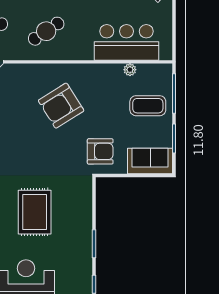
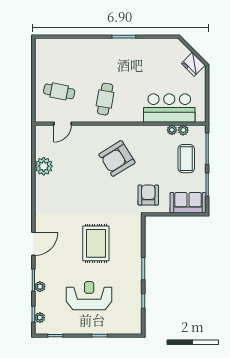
cafe table: (46, 31) -> (105, 99), turned -46
plant: (144, 70) -> (183, 130), added
coffee table: (148, 106) -> (186, 159), turned 90
armchair: (100, 151) -> (148, 195), turned -90

